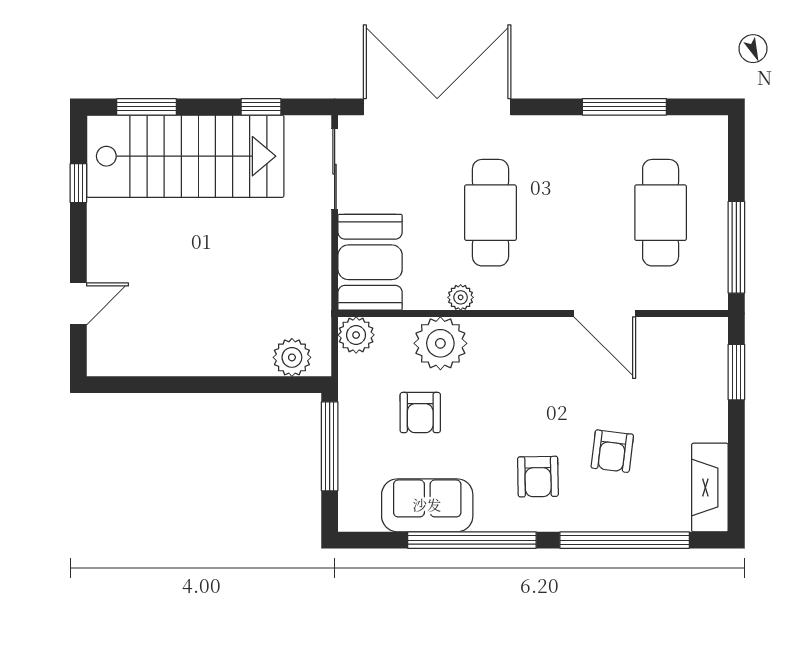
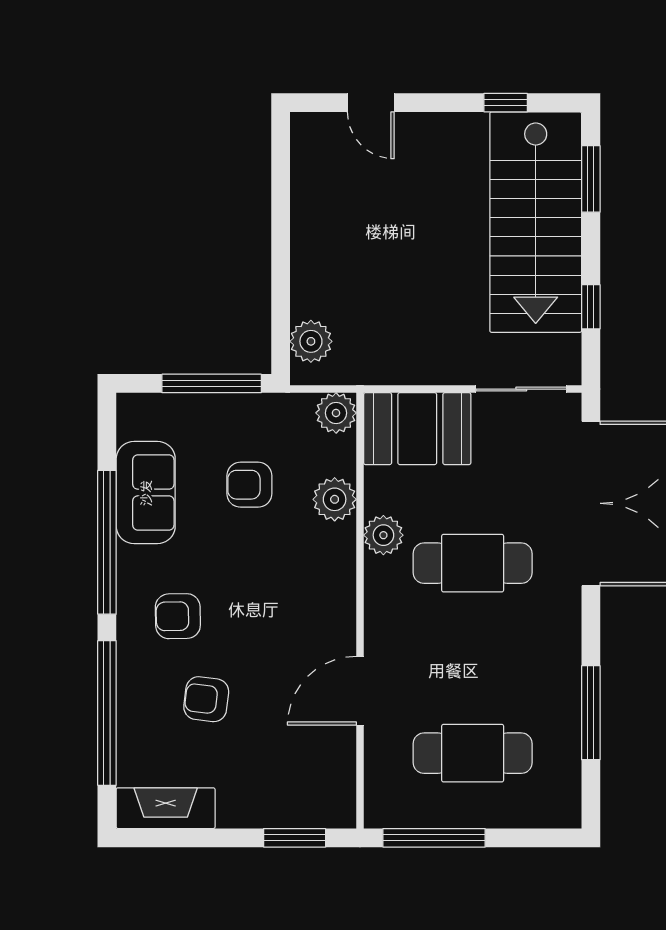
plant: (461, 297) -> (383, 535), width x1.38, depth x1.38
plant: (440, 343) -> (335, 499), width x0.73, depth x0.73

